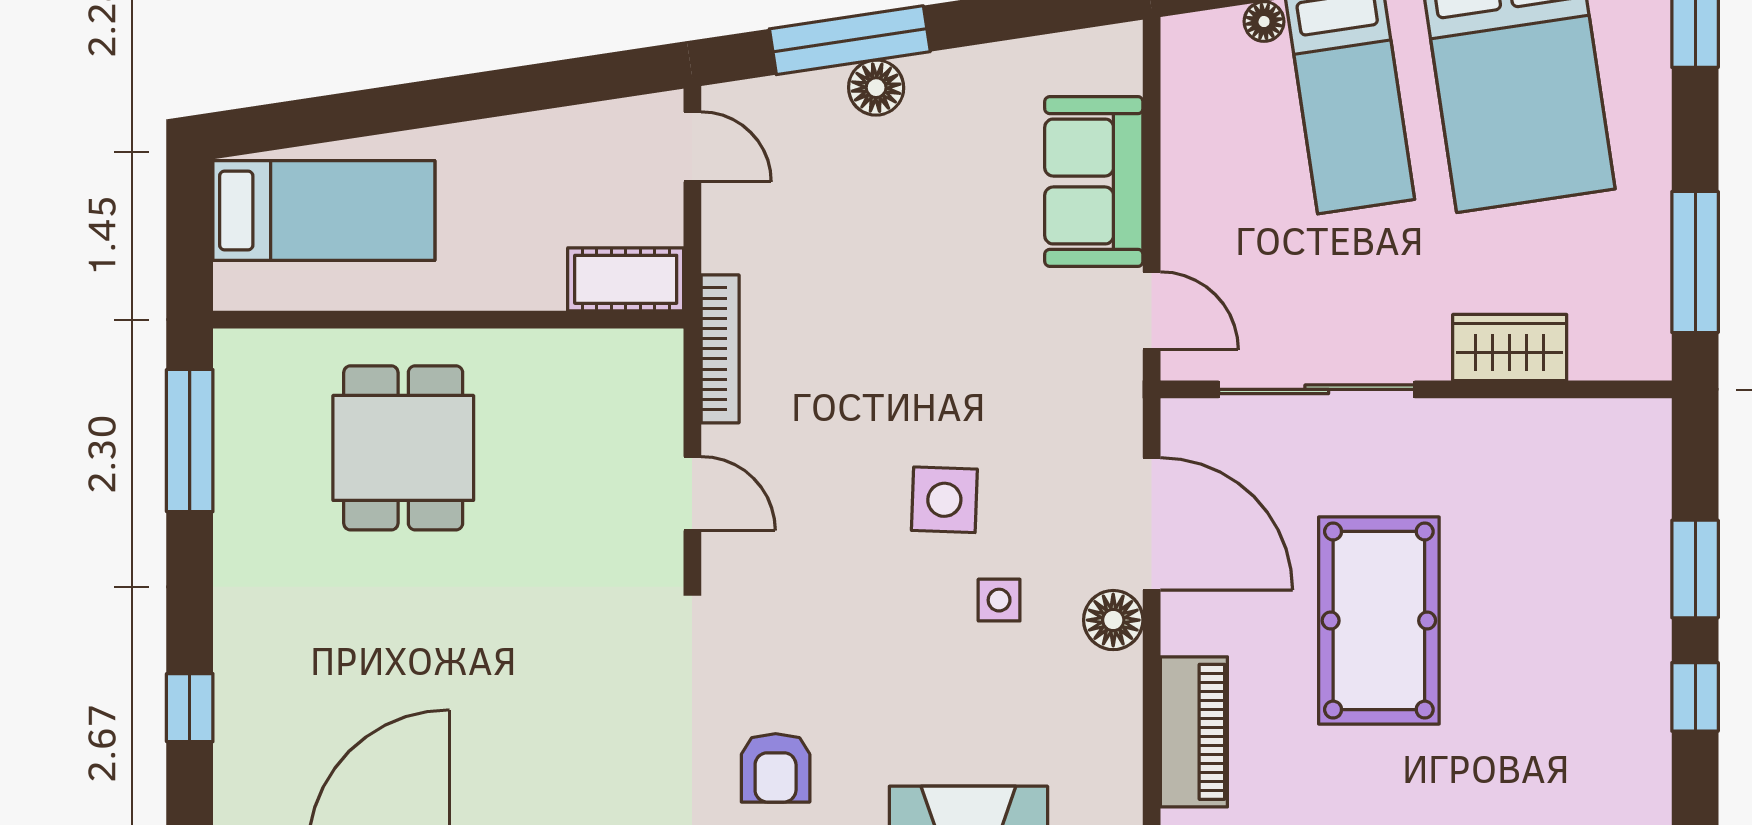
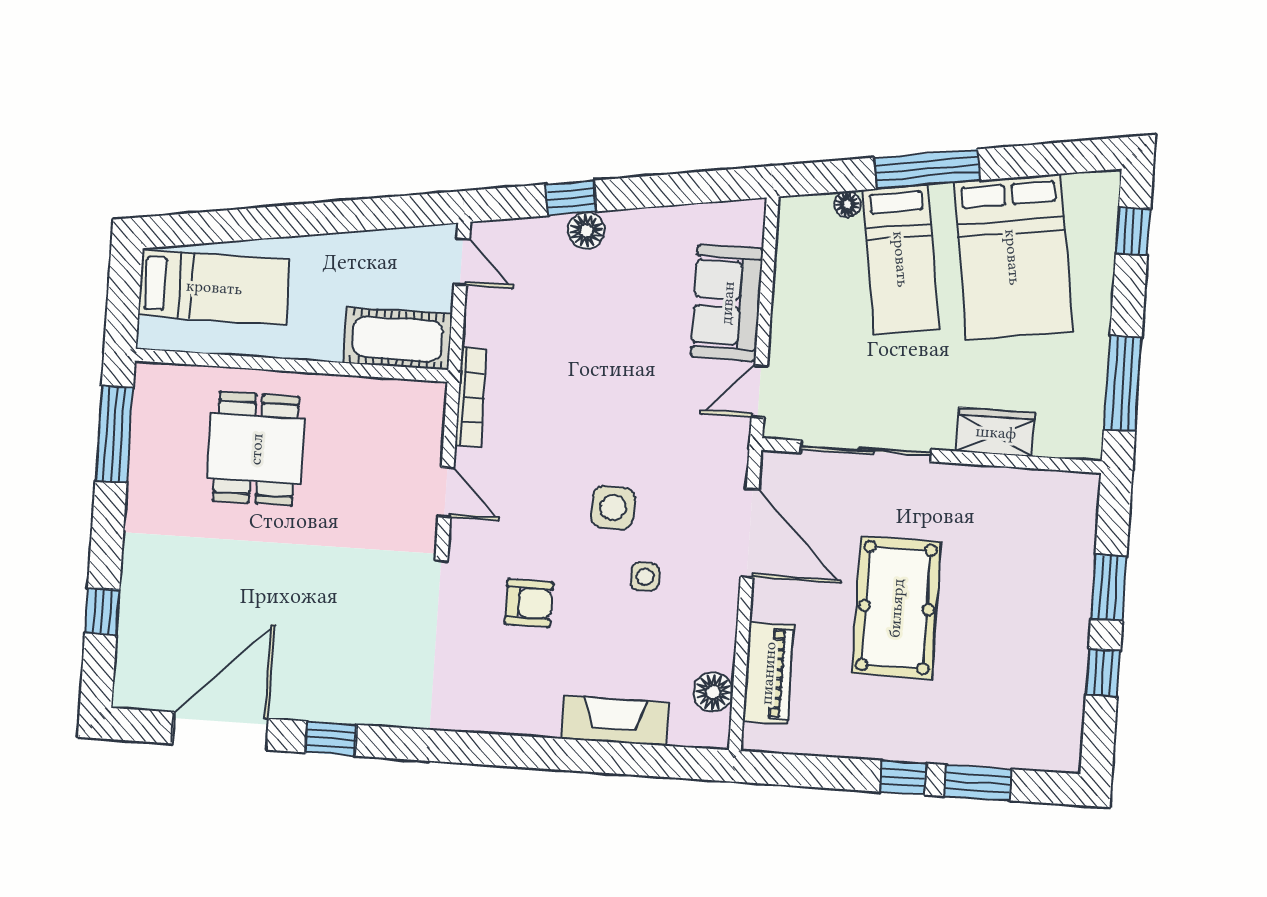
window: (850, 40) -> (571, 198), width x0.46
cot: (626, 279) -> (398, 339), width x1.37, depth x1.34
door: (1152, 311) -> (759, 391), swing flipped
floor lamp: (1113, 620) -> (713, 692), moved
armchair: (776, 768) -> (529, 603), moved, turned -90

